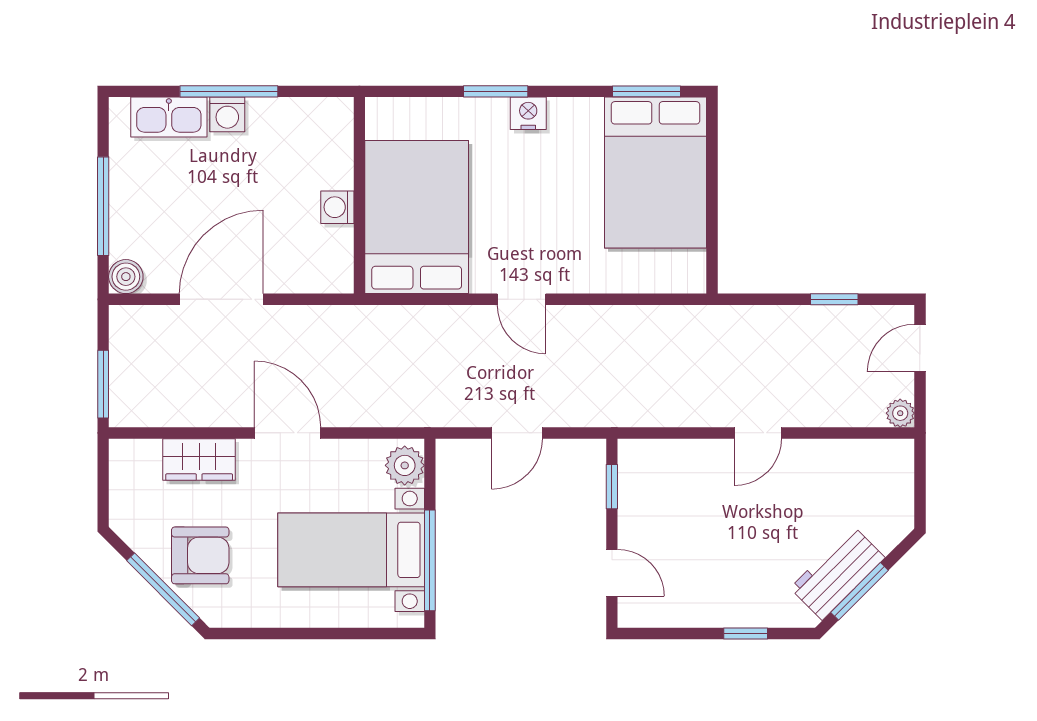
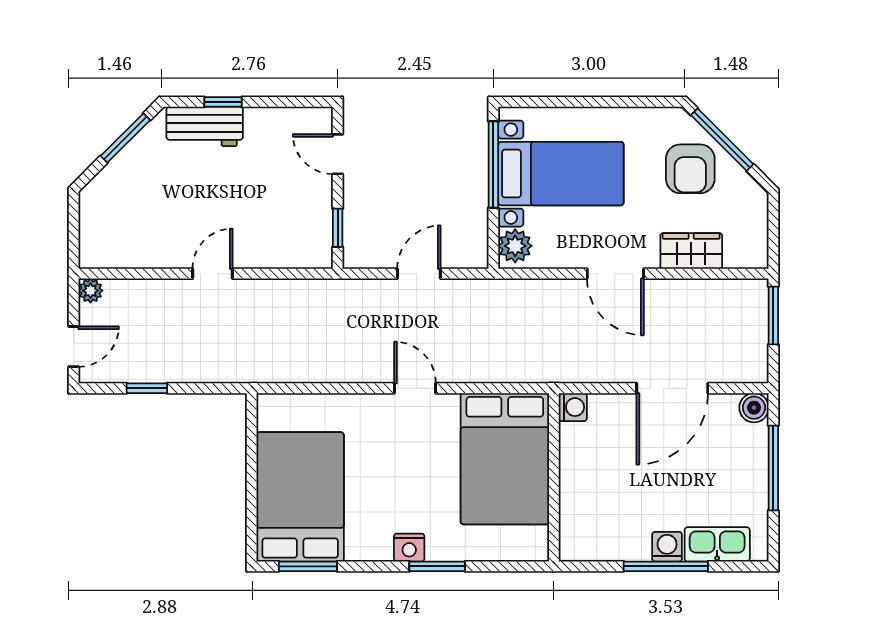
washing machine: (337, 207) -> (573, 407), moved
armchair: (200, 555) -> (690, 169), turned -90
workbench: (837, 573) -> (205, 126), moved, turned 45

